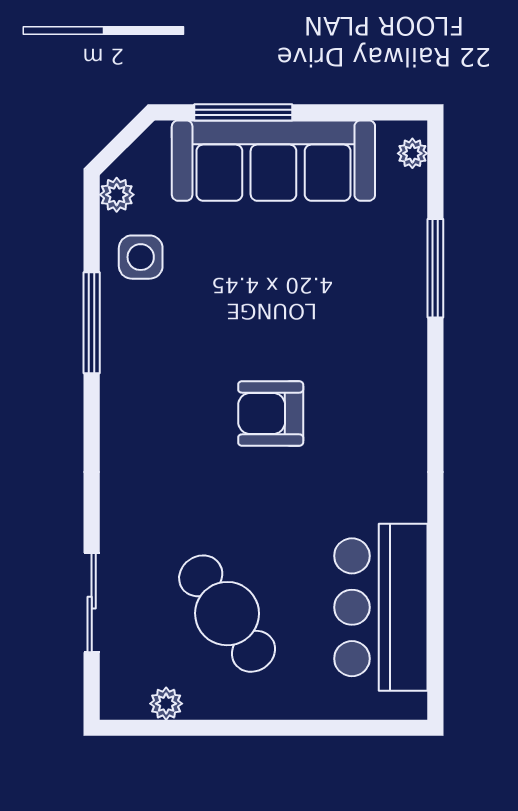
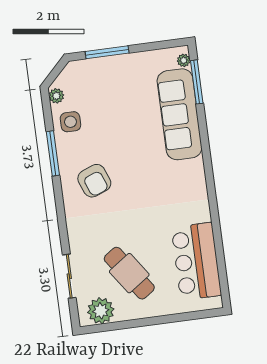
sofa: (273, 161) -> (179, 114), moved, turned 90
window: (435, 268) -> (197, 82), moved
armchair: (271, 413) -> (94, 181), moved, turned -111
plant: (166, 704) -> (101, 311), width x1.88, depth x1.88

